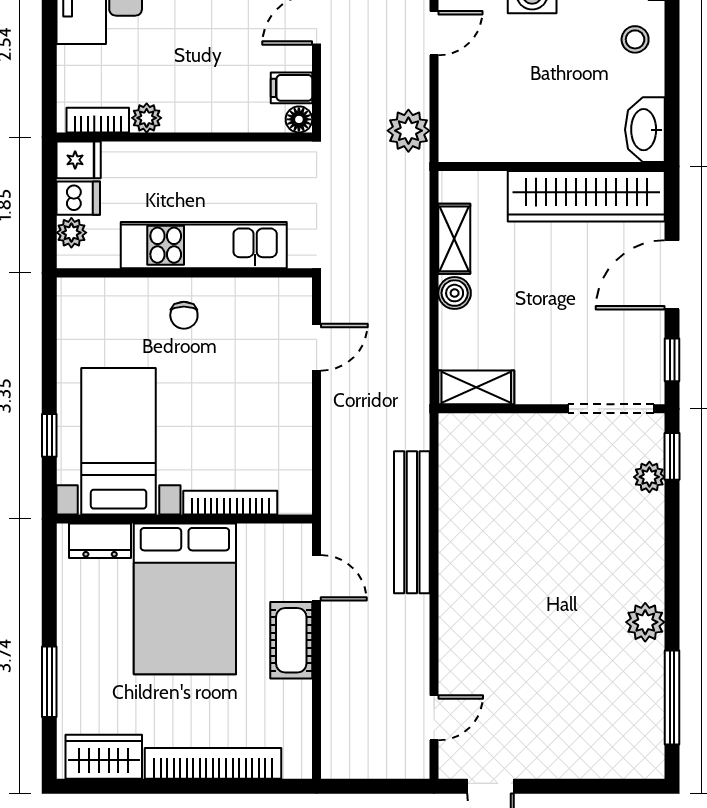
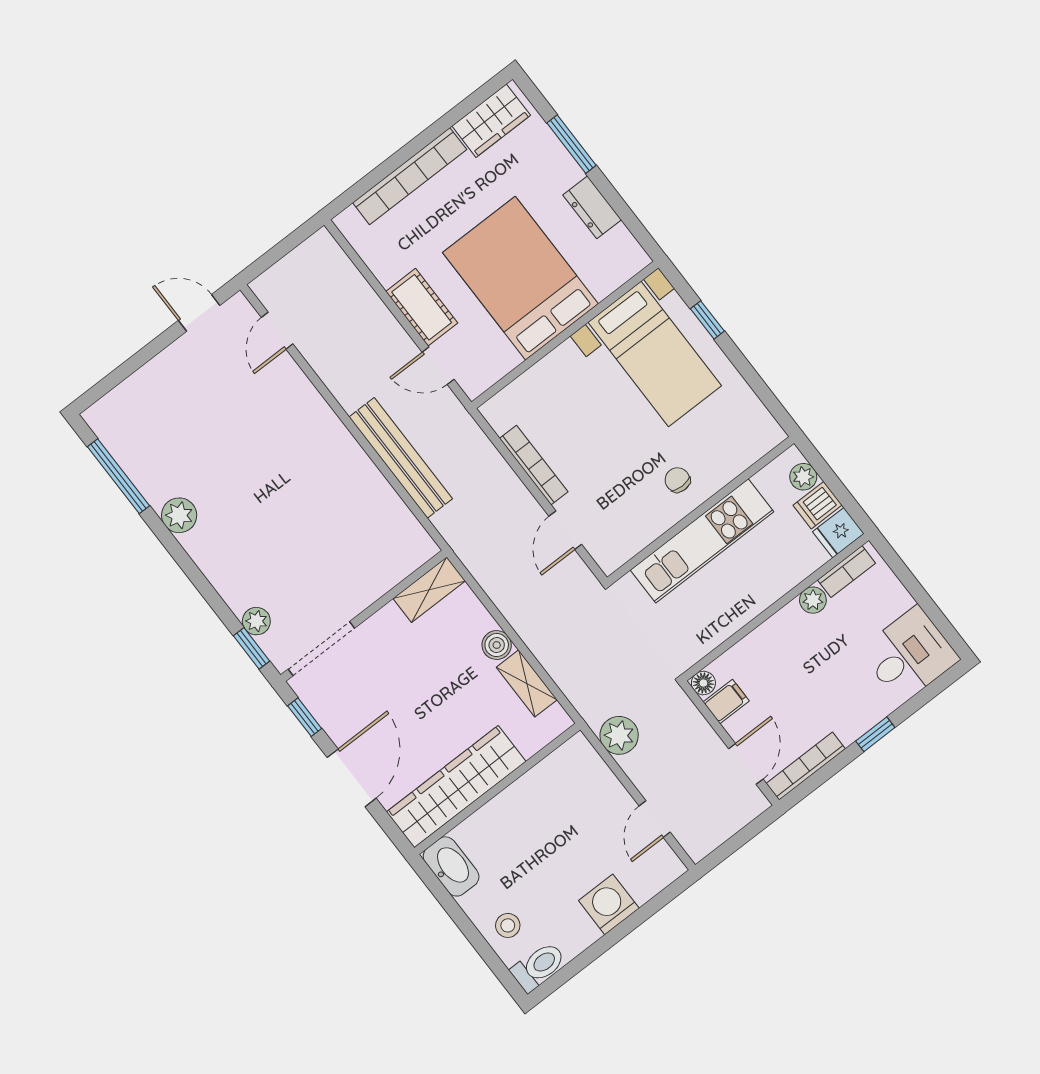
bookcase: (230, 503) -> (534, 465), moved, turned -90
dresser: (100, 541) -> (592, 207), moved, turned -90

